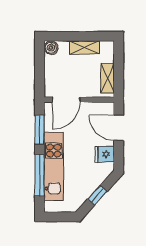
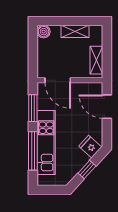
door: (66, 100) -> (58, 80), hinge flipped
fridge: (105, 154) -> (90, 147), moved, turned 42

